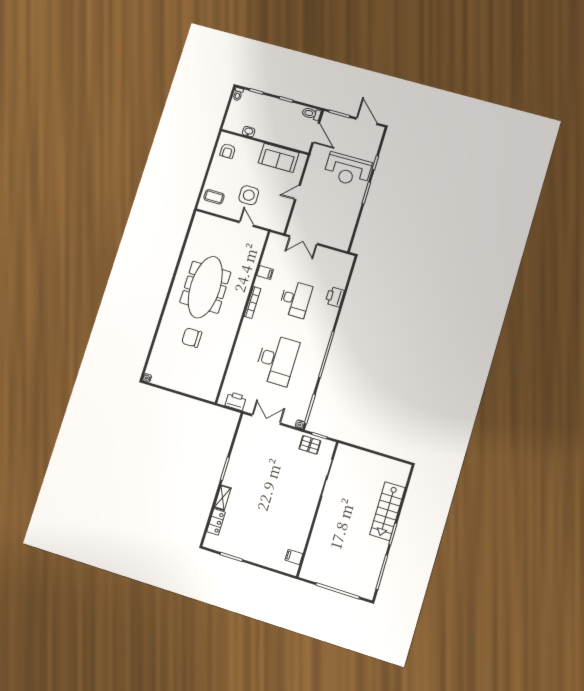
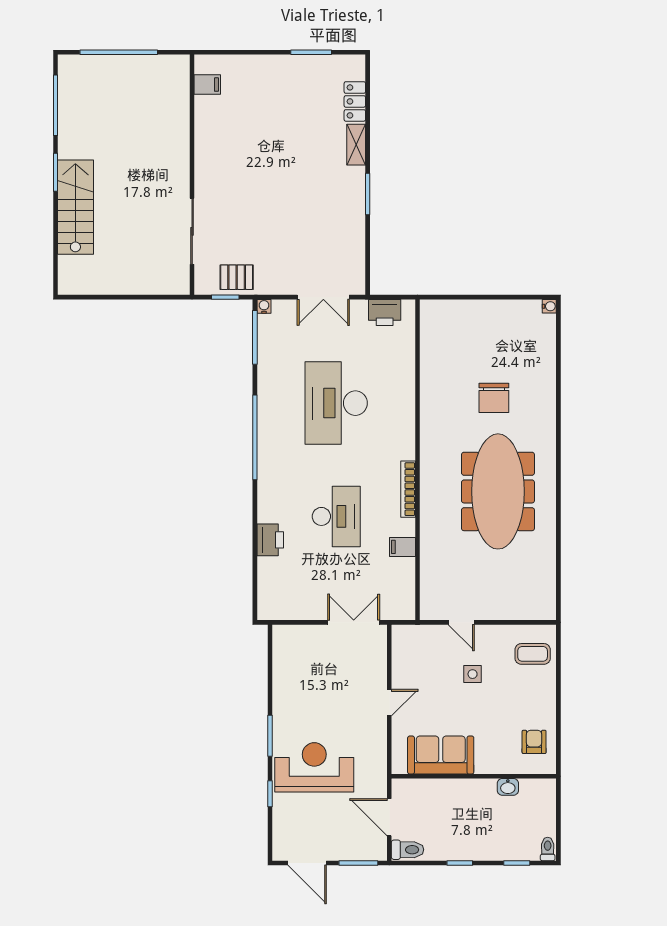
side table: (249, 195) -> (473, 674), width x0.54, depth x0.54
desk: (295, 299) -> (336, 516), turned 180
chair: (192, 338) -> (494, 398), turned 90

